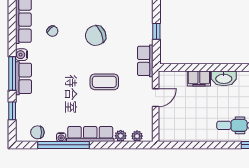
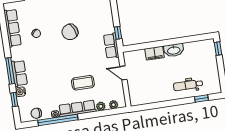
window: (156, 31) -> (118, 33), moved
water cooler: (21, 55) -> (21, 92), moved
coffee table: (104, 82) -> (83, 83), moved
door: (156, 98) -> (123, 73), swing flipped

